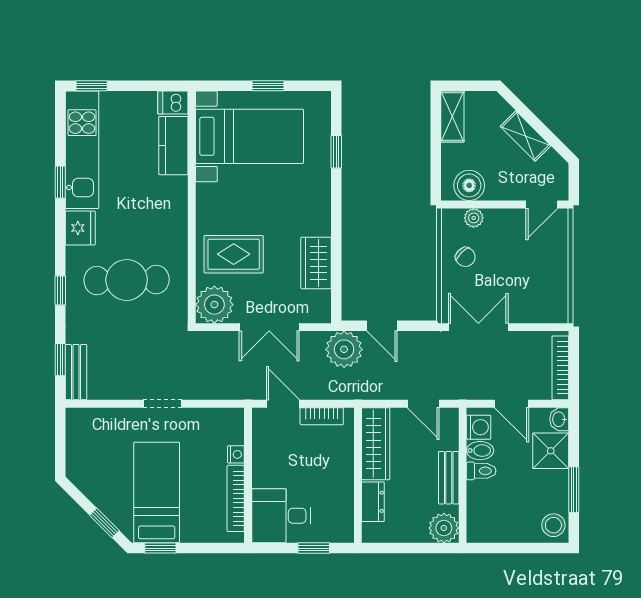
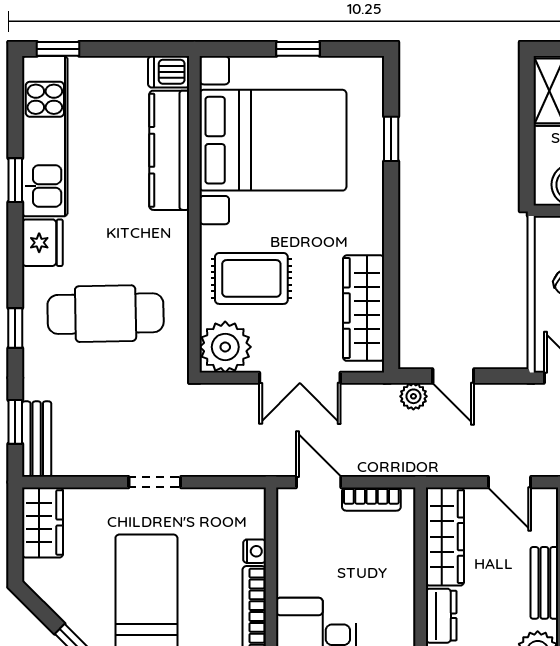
bed with nightstands: (249, 136) -> (273, 140), width x1.36
kitchen counter: (173, 146) -> (169, 150), width x1.50
wardrobe: (316, 263) -> (364, 308), width x1.50
plant: (344, 349) -> (413, 396), width x0.53, depth x0.53
wardrobe: (80, 433) -> (43, 523), added

